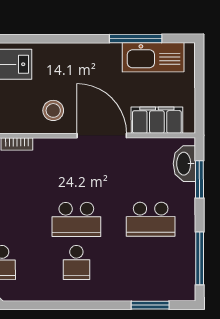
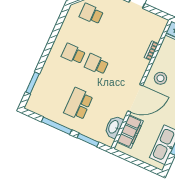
washbasin: (184, 164) -> (114, 127), moved, turned -90
school desk: (76, 219) -> (96, 64), width x0.54
window: (200, 258) -> (56, 126), moved

